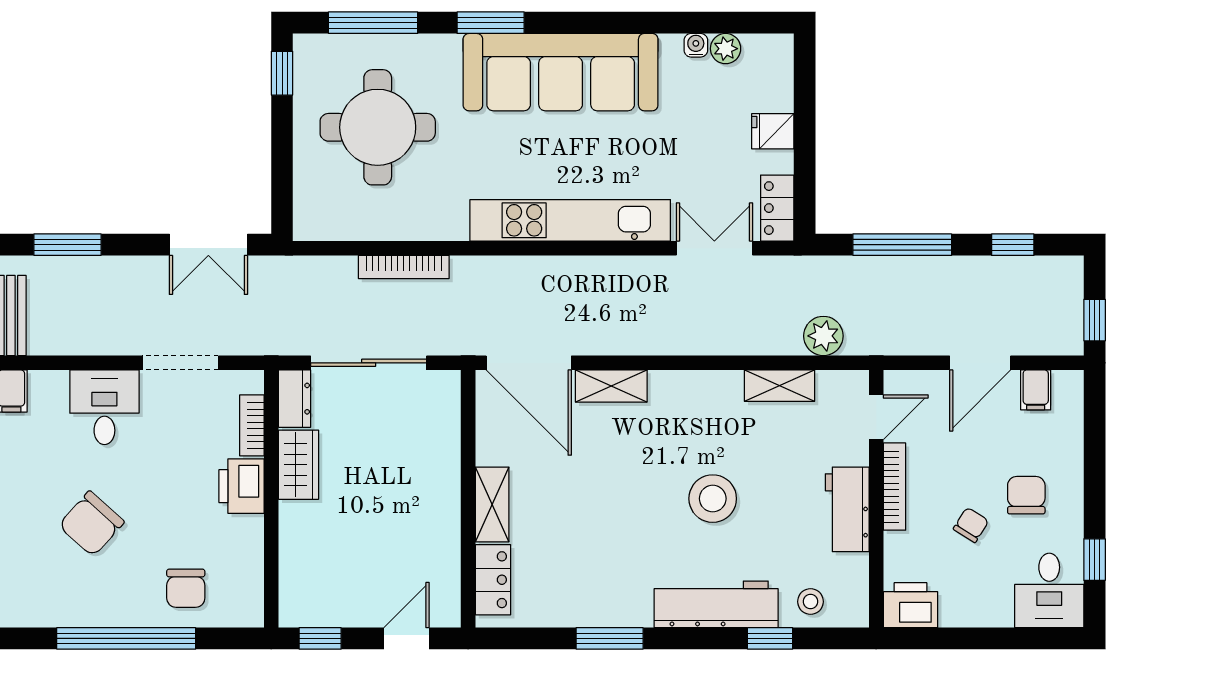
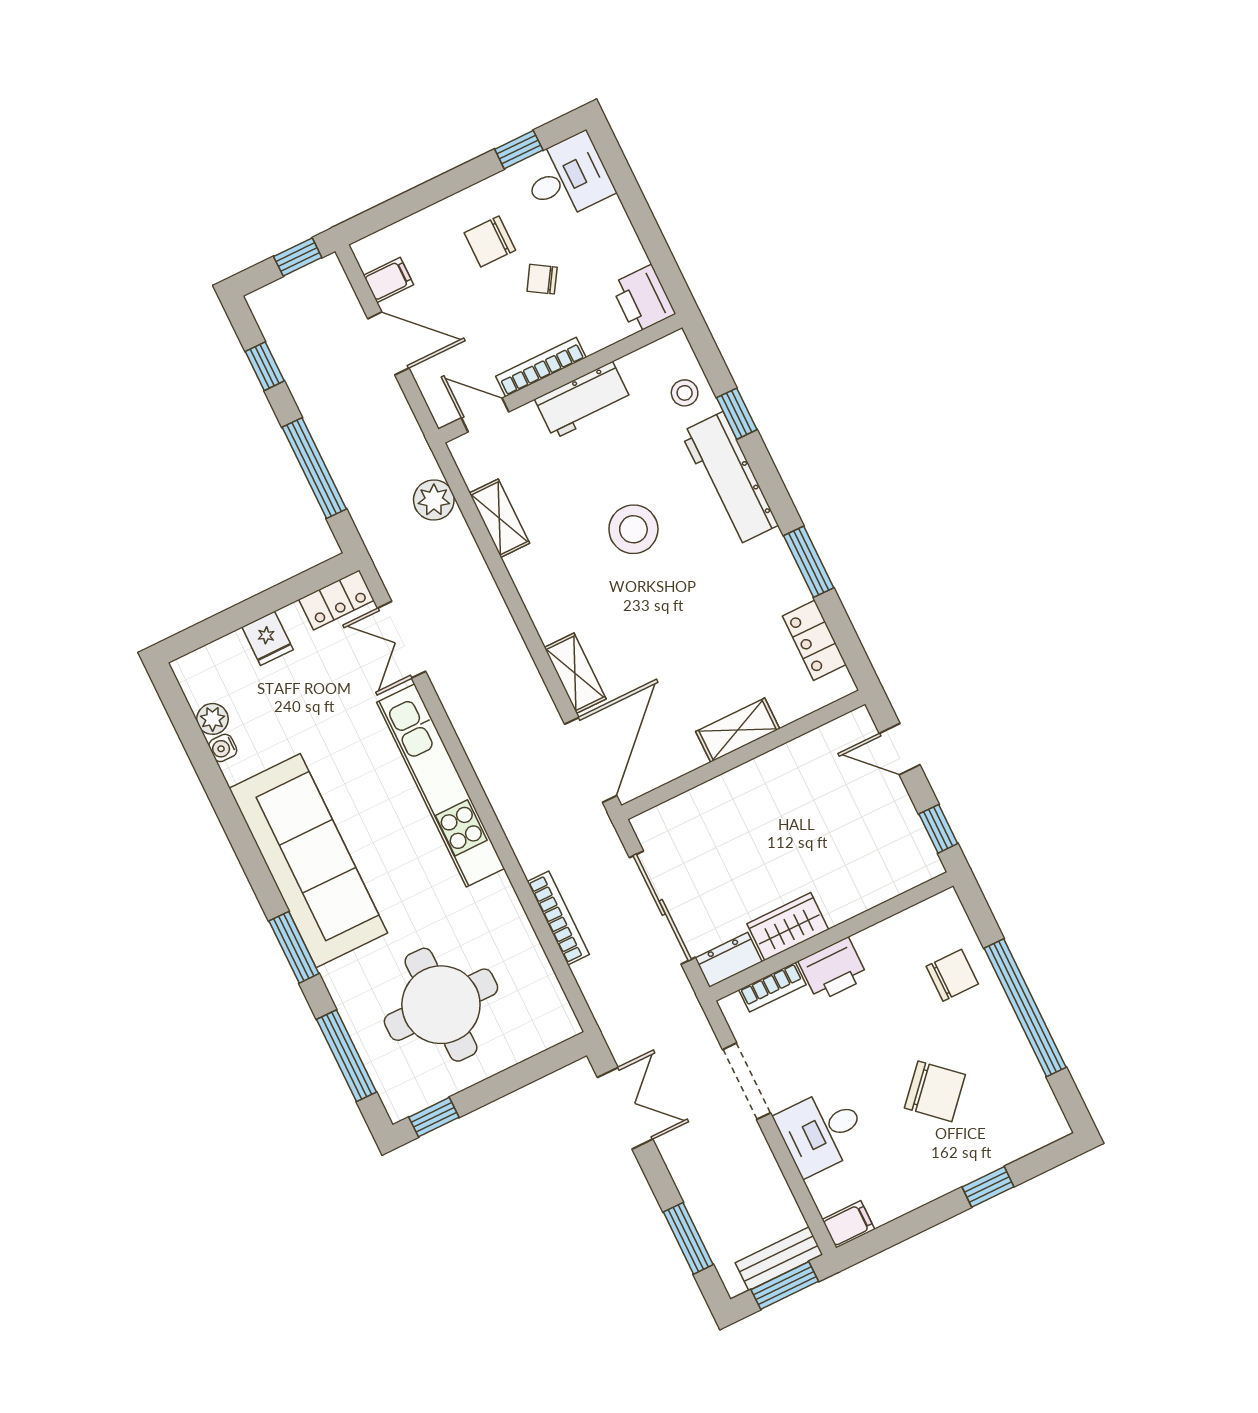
locker: (493, 580) -> (814, 640), moved, turned -90

